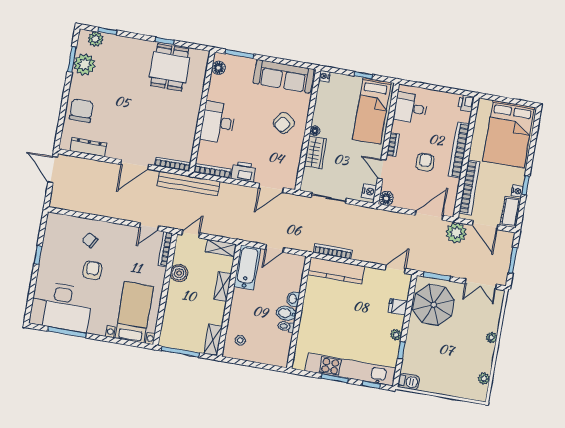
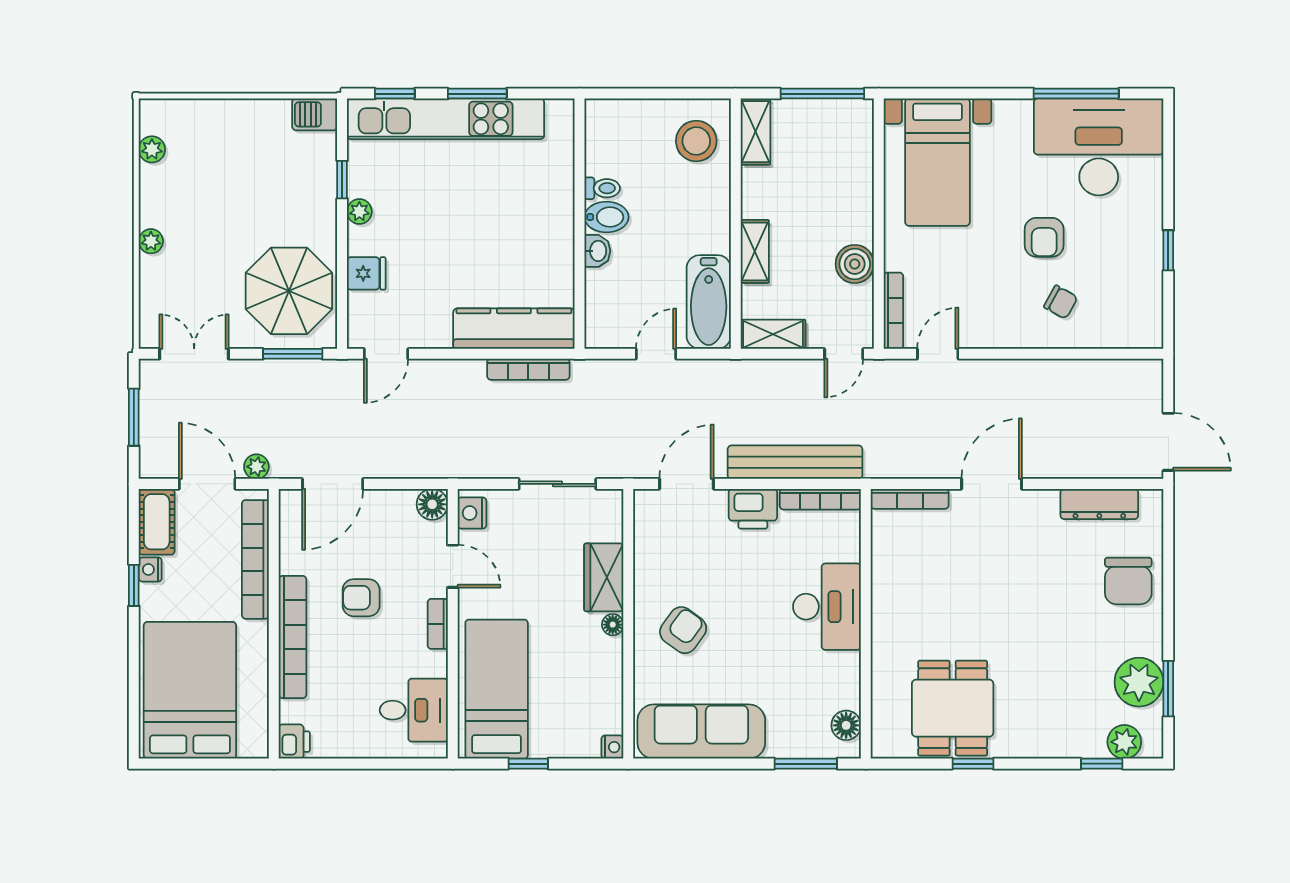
armchair: (425, 162) -> (361, 598), turned 90
bench: (188, 184) -> (795, 462), moved
plant: (456, 233) -> (256, 467), width x0.53, depth x0.53
stool: (240, 340) -> (696, 141), width x1.89, depth x1.89

